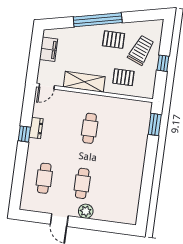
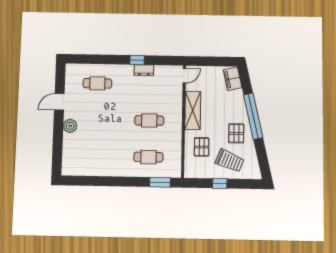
filing cabinet: (49, 49) -> (233, 79), moved, turned 77
door: (47, 86) -> (184, 76), swing flipped
cafe table: (82, 183) -> (148, 157), moved

